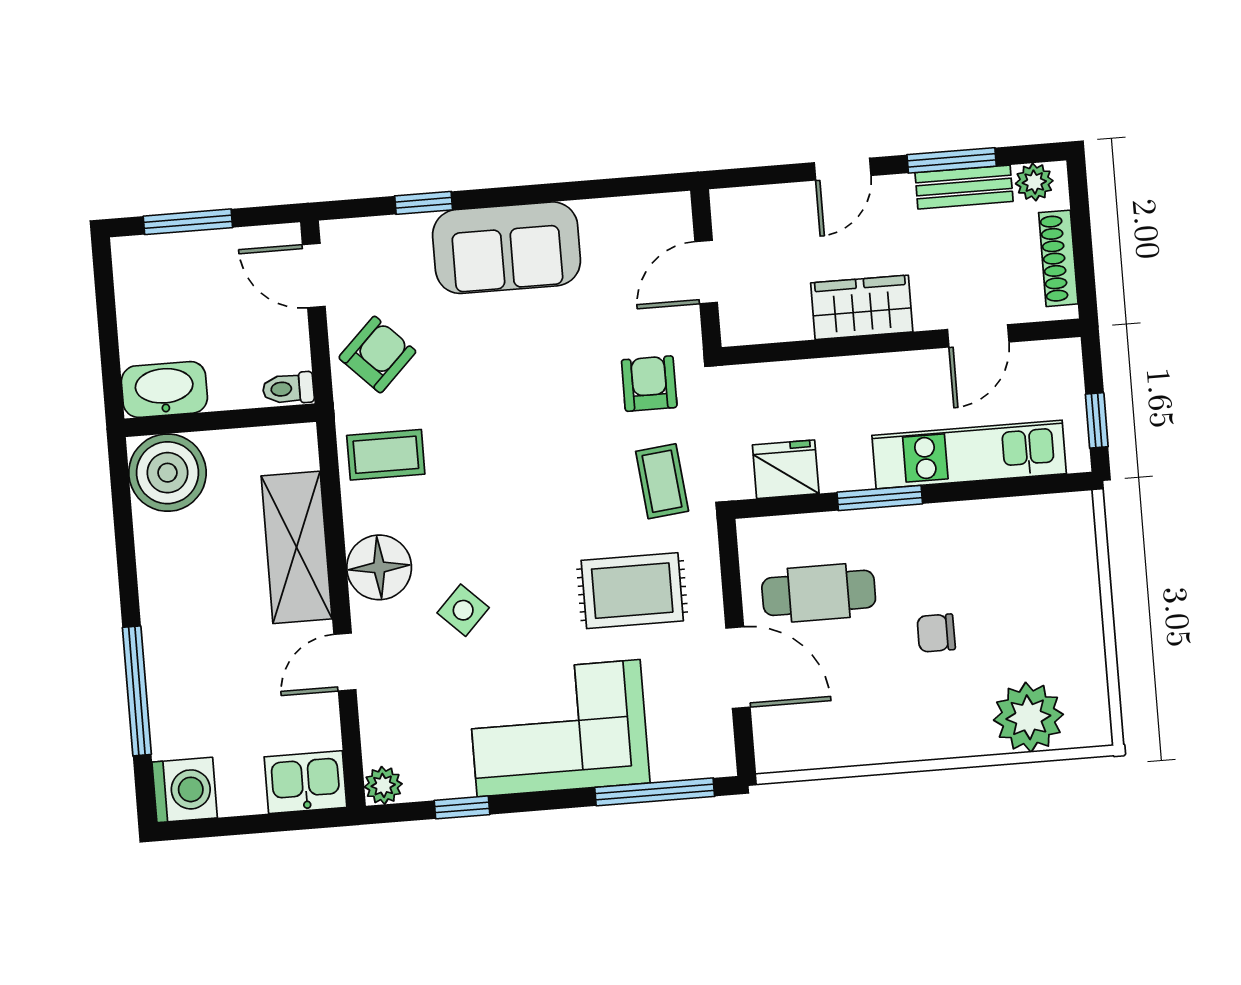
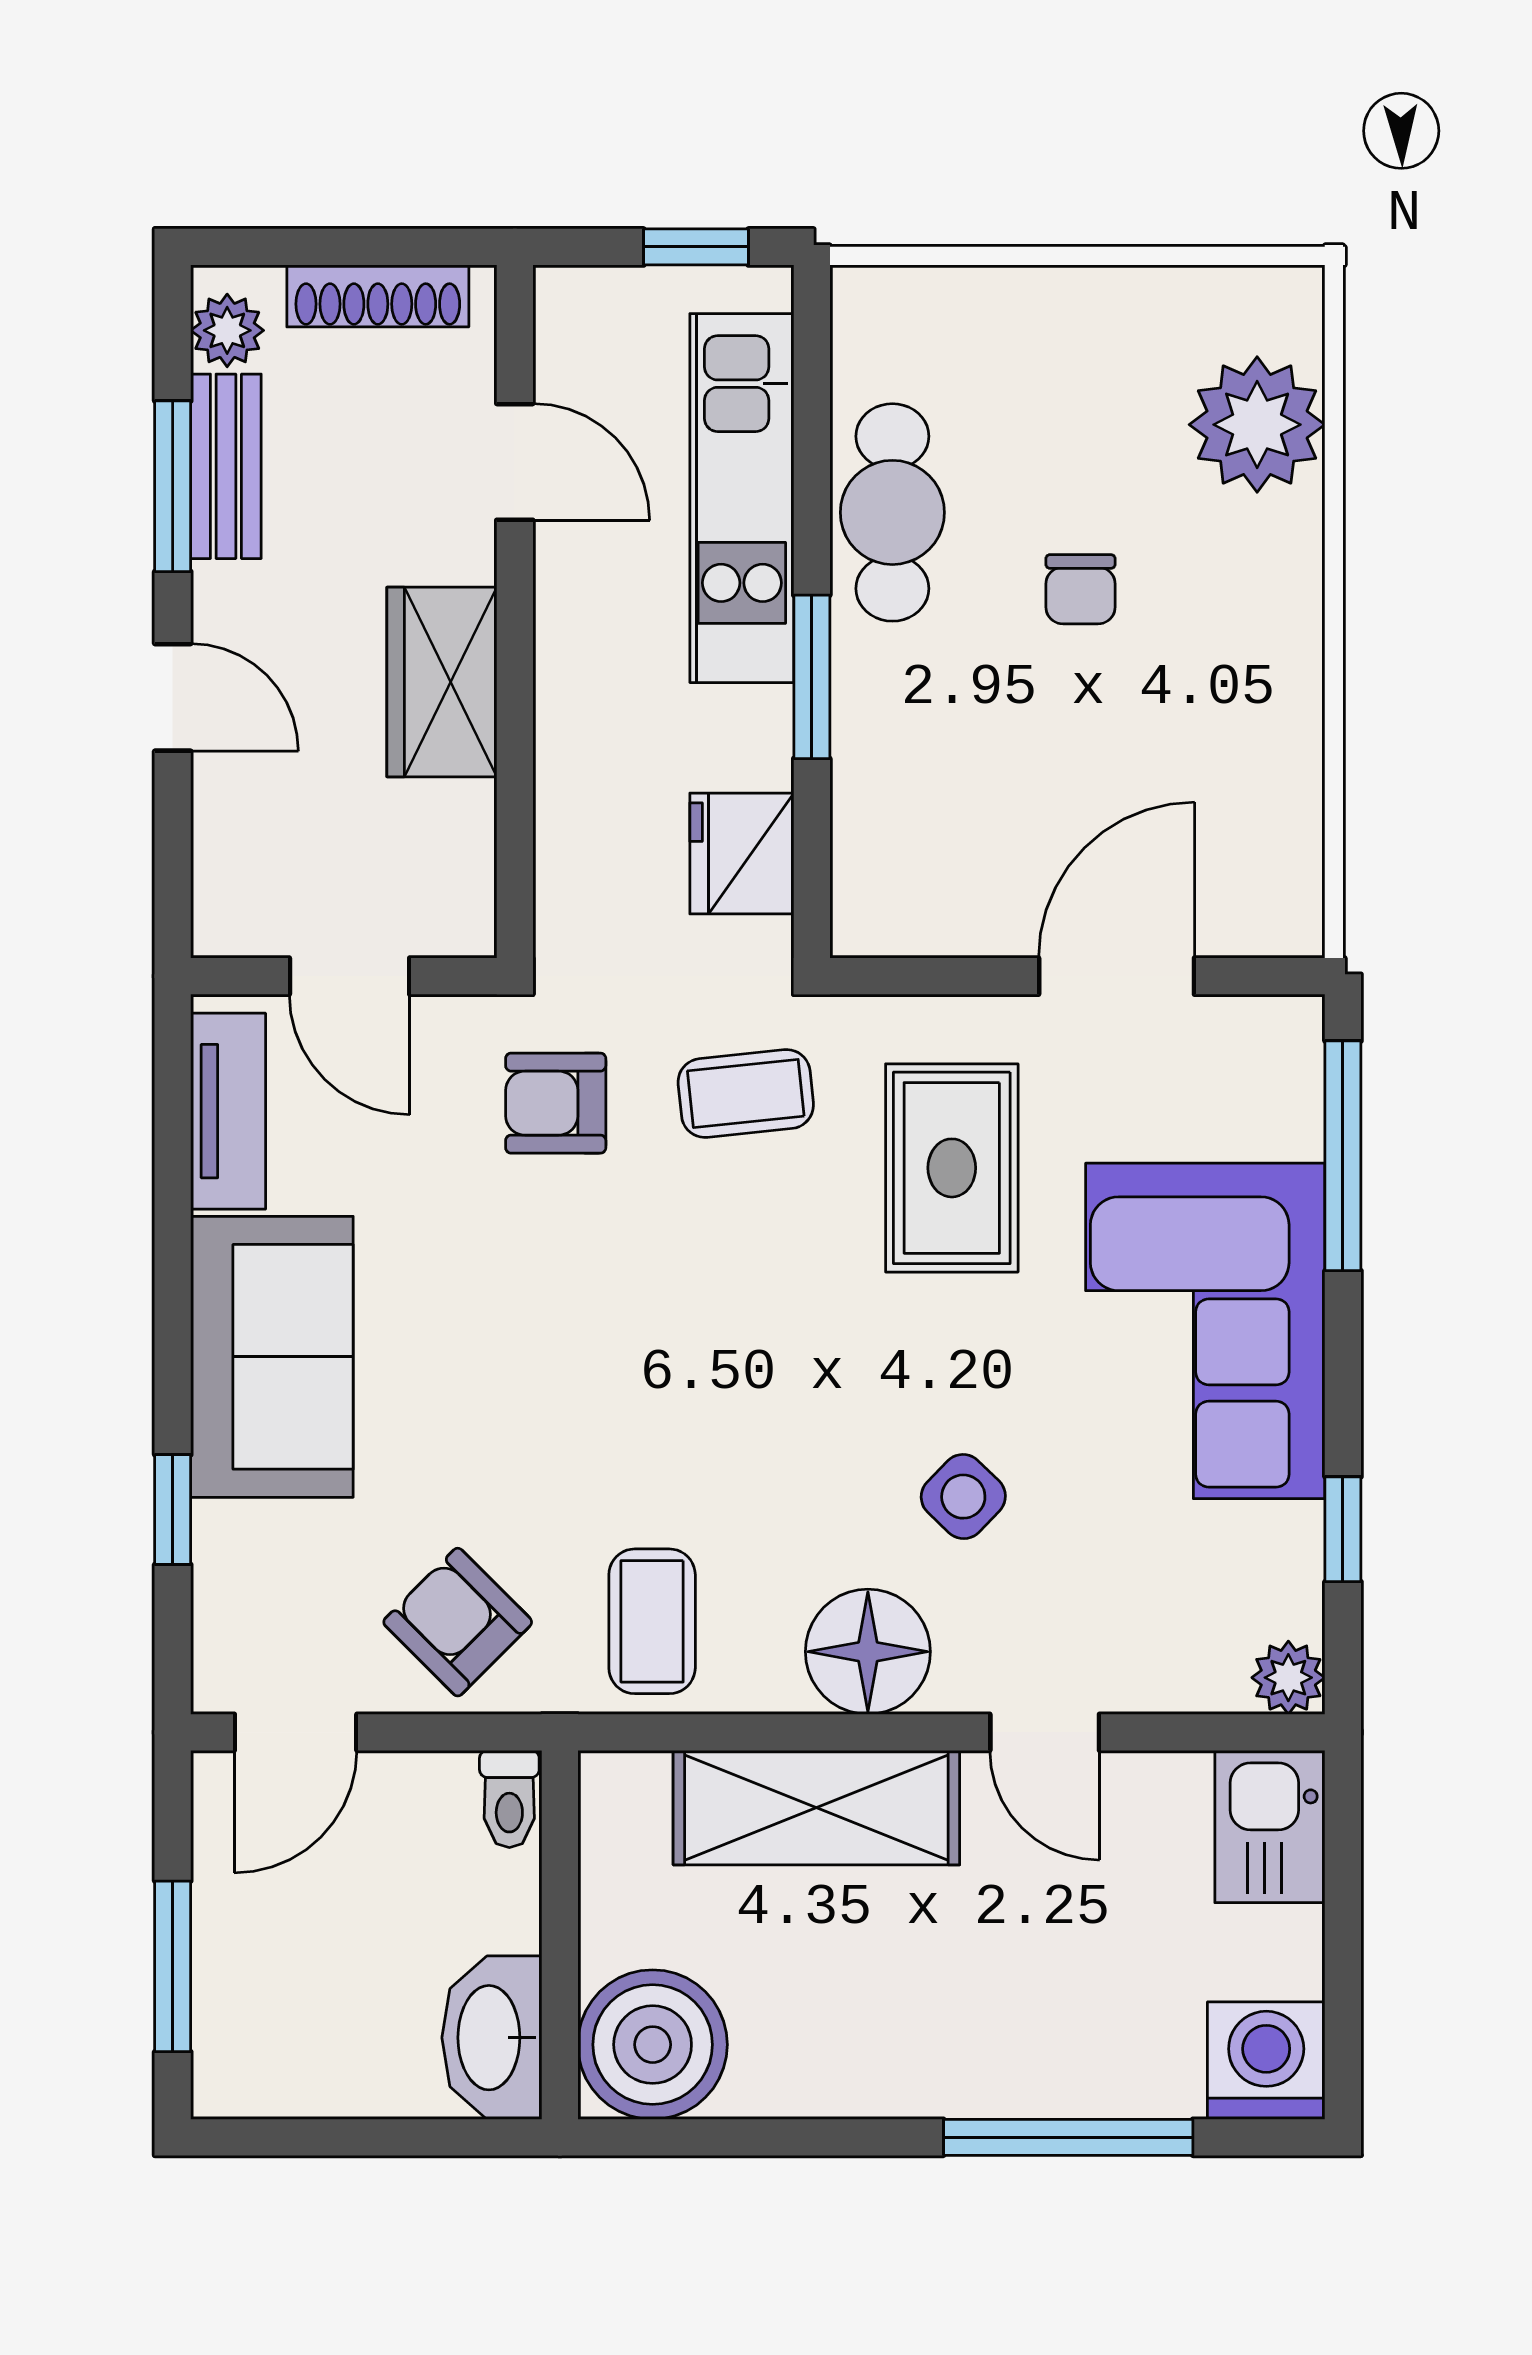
tv unit: (631, 215) -> (228, 1111), added
cafe table: (819, 593) -> (892, 512), moved

